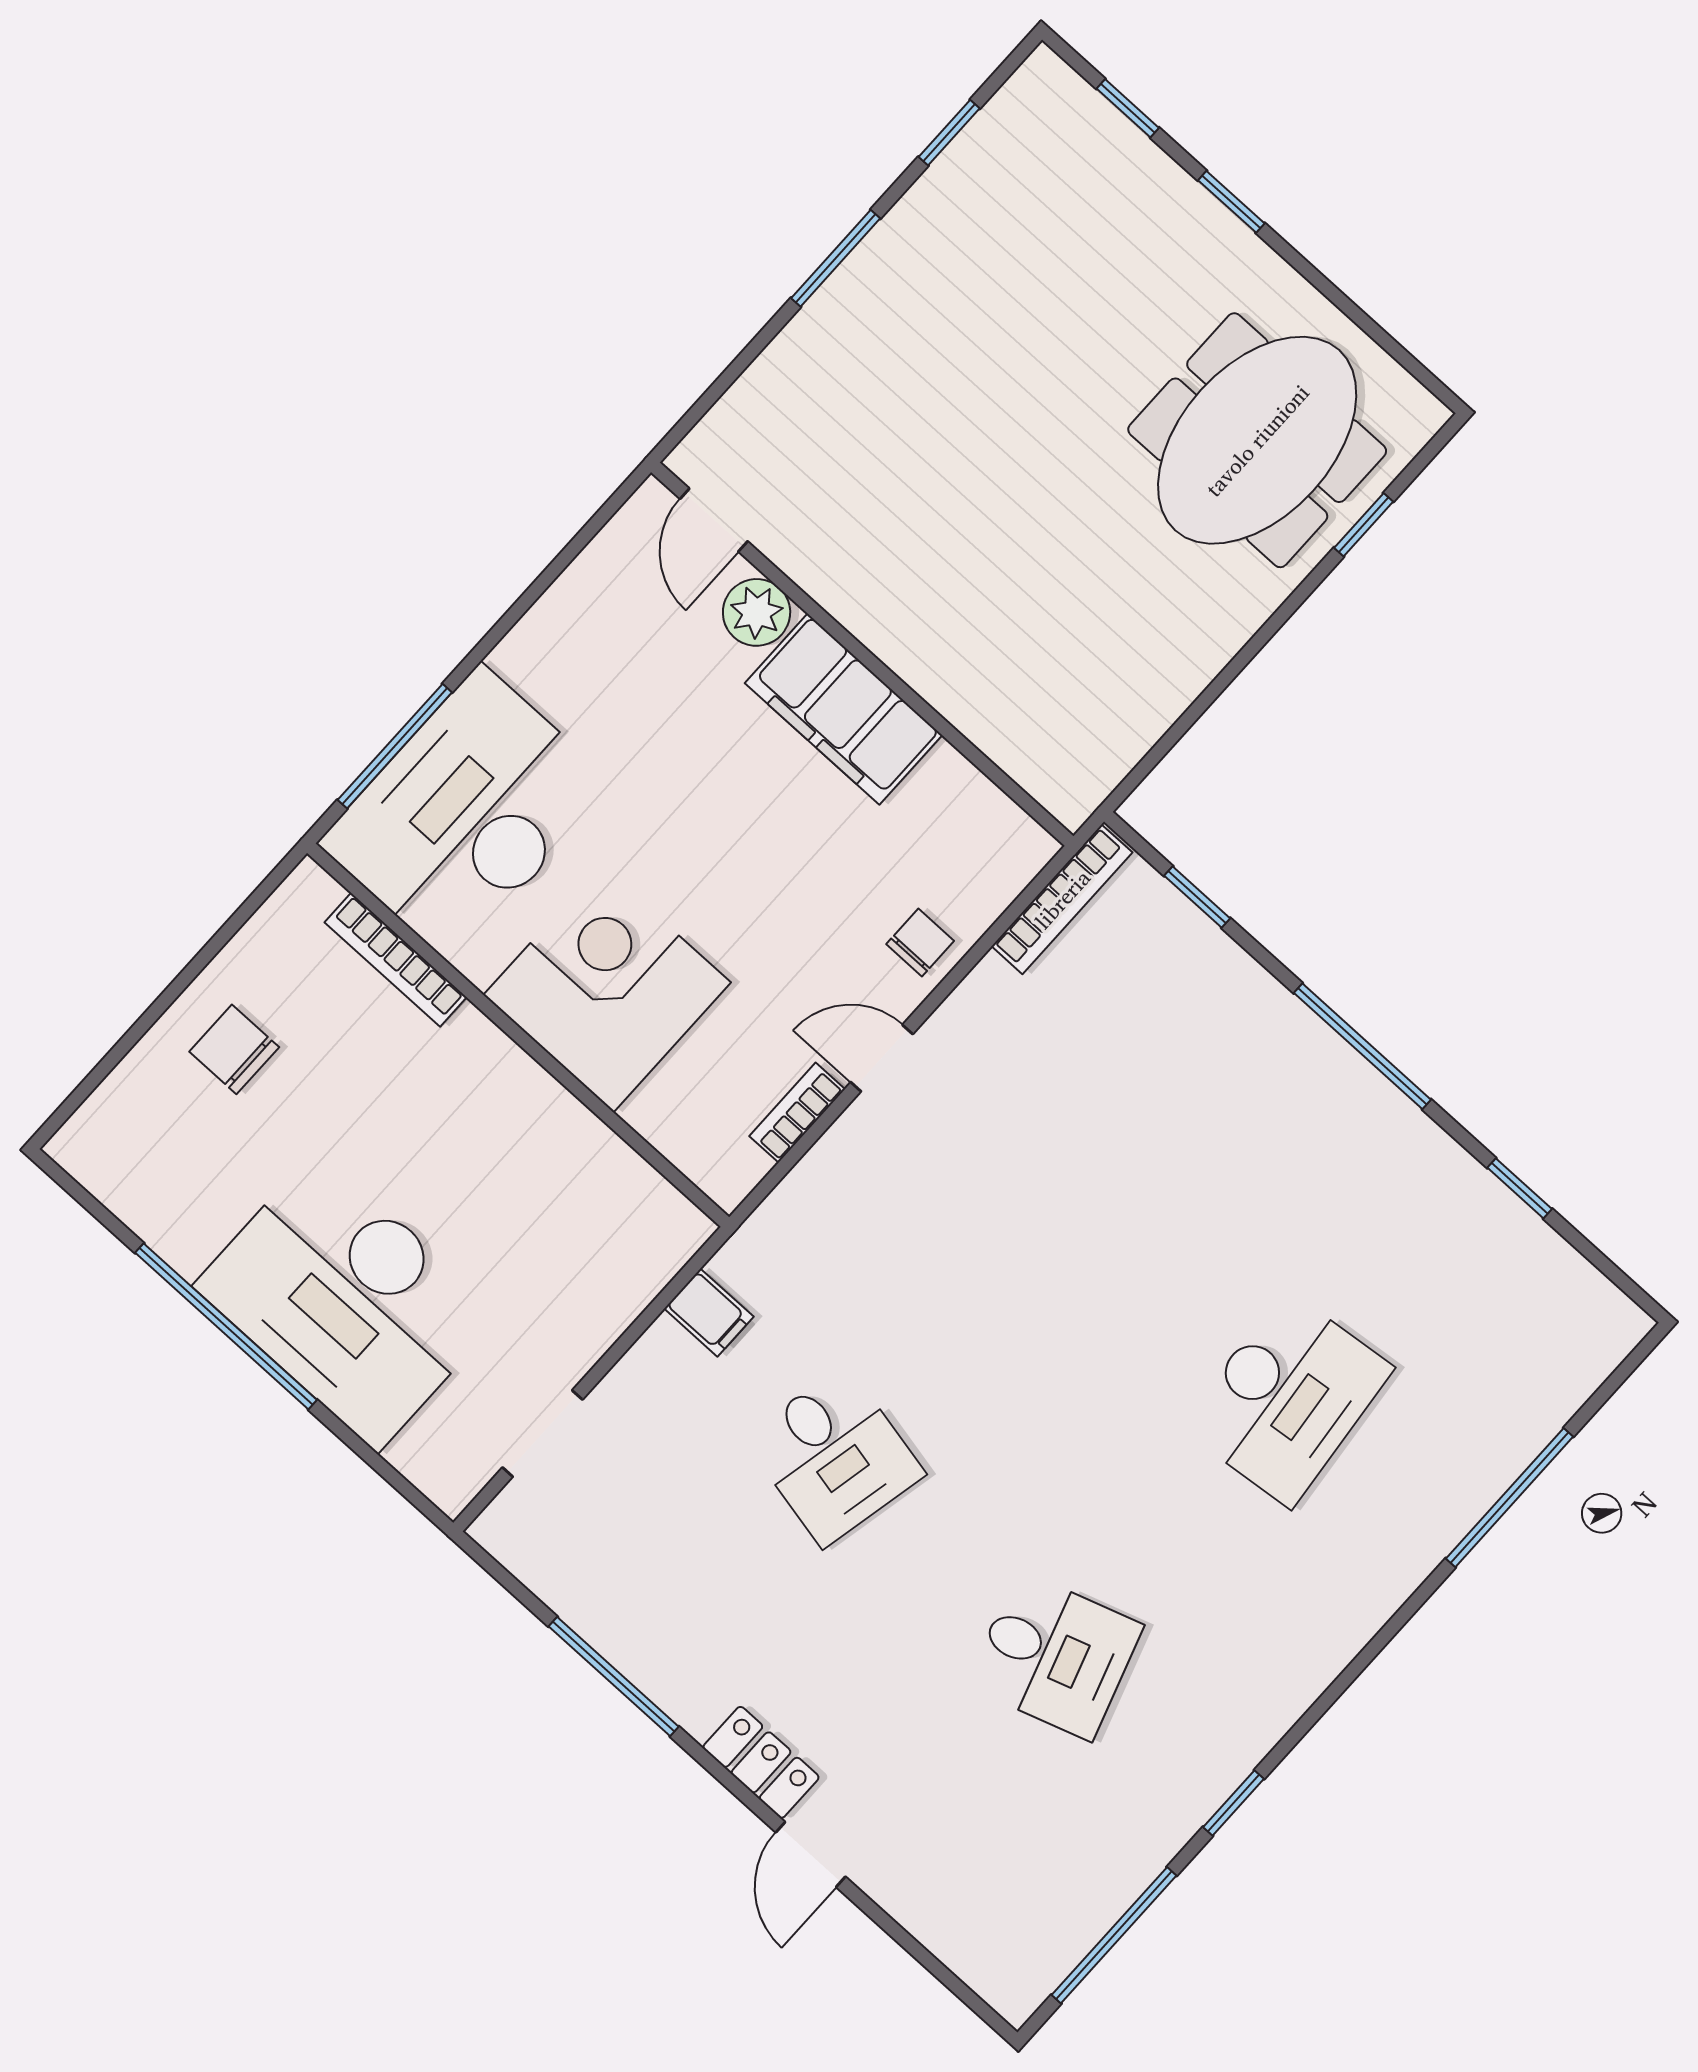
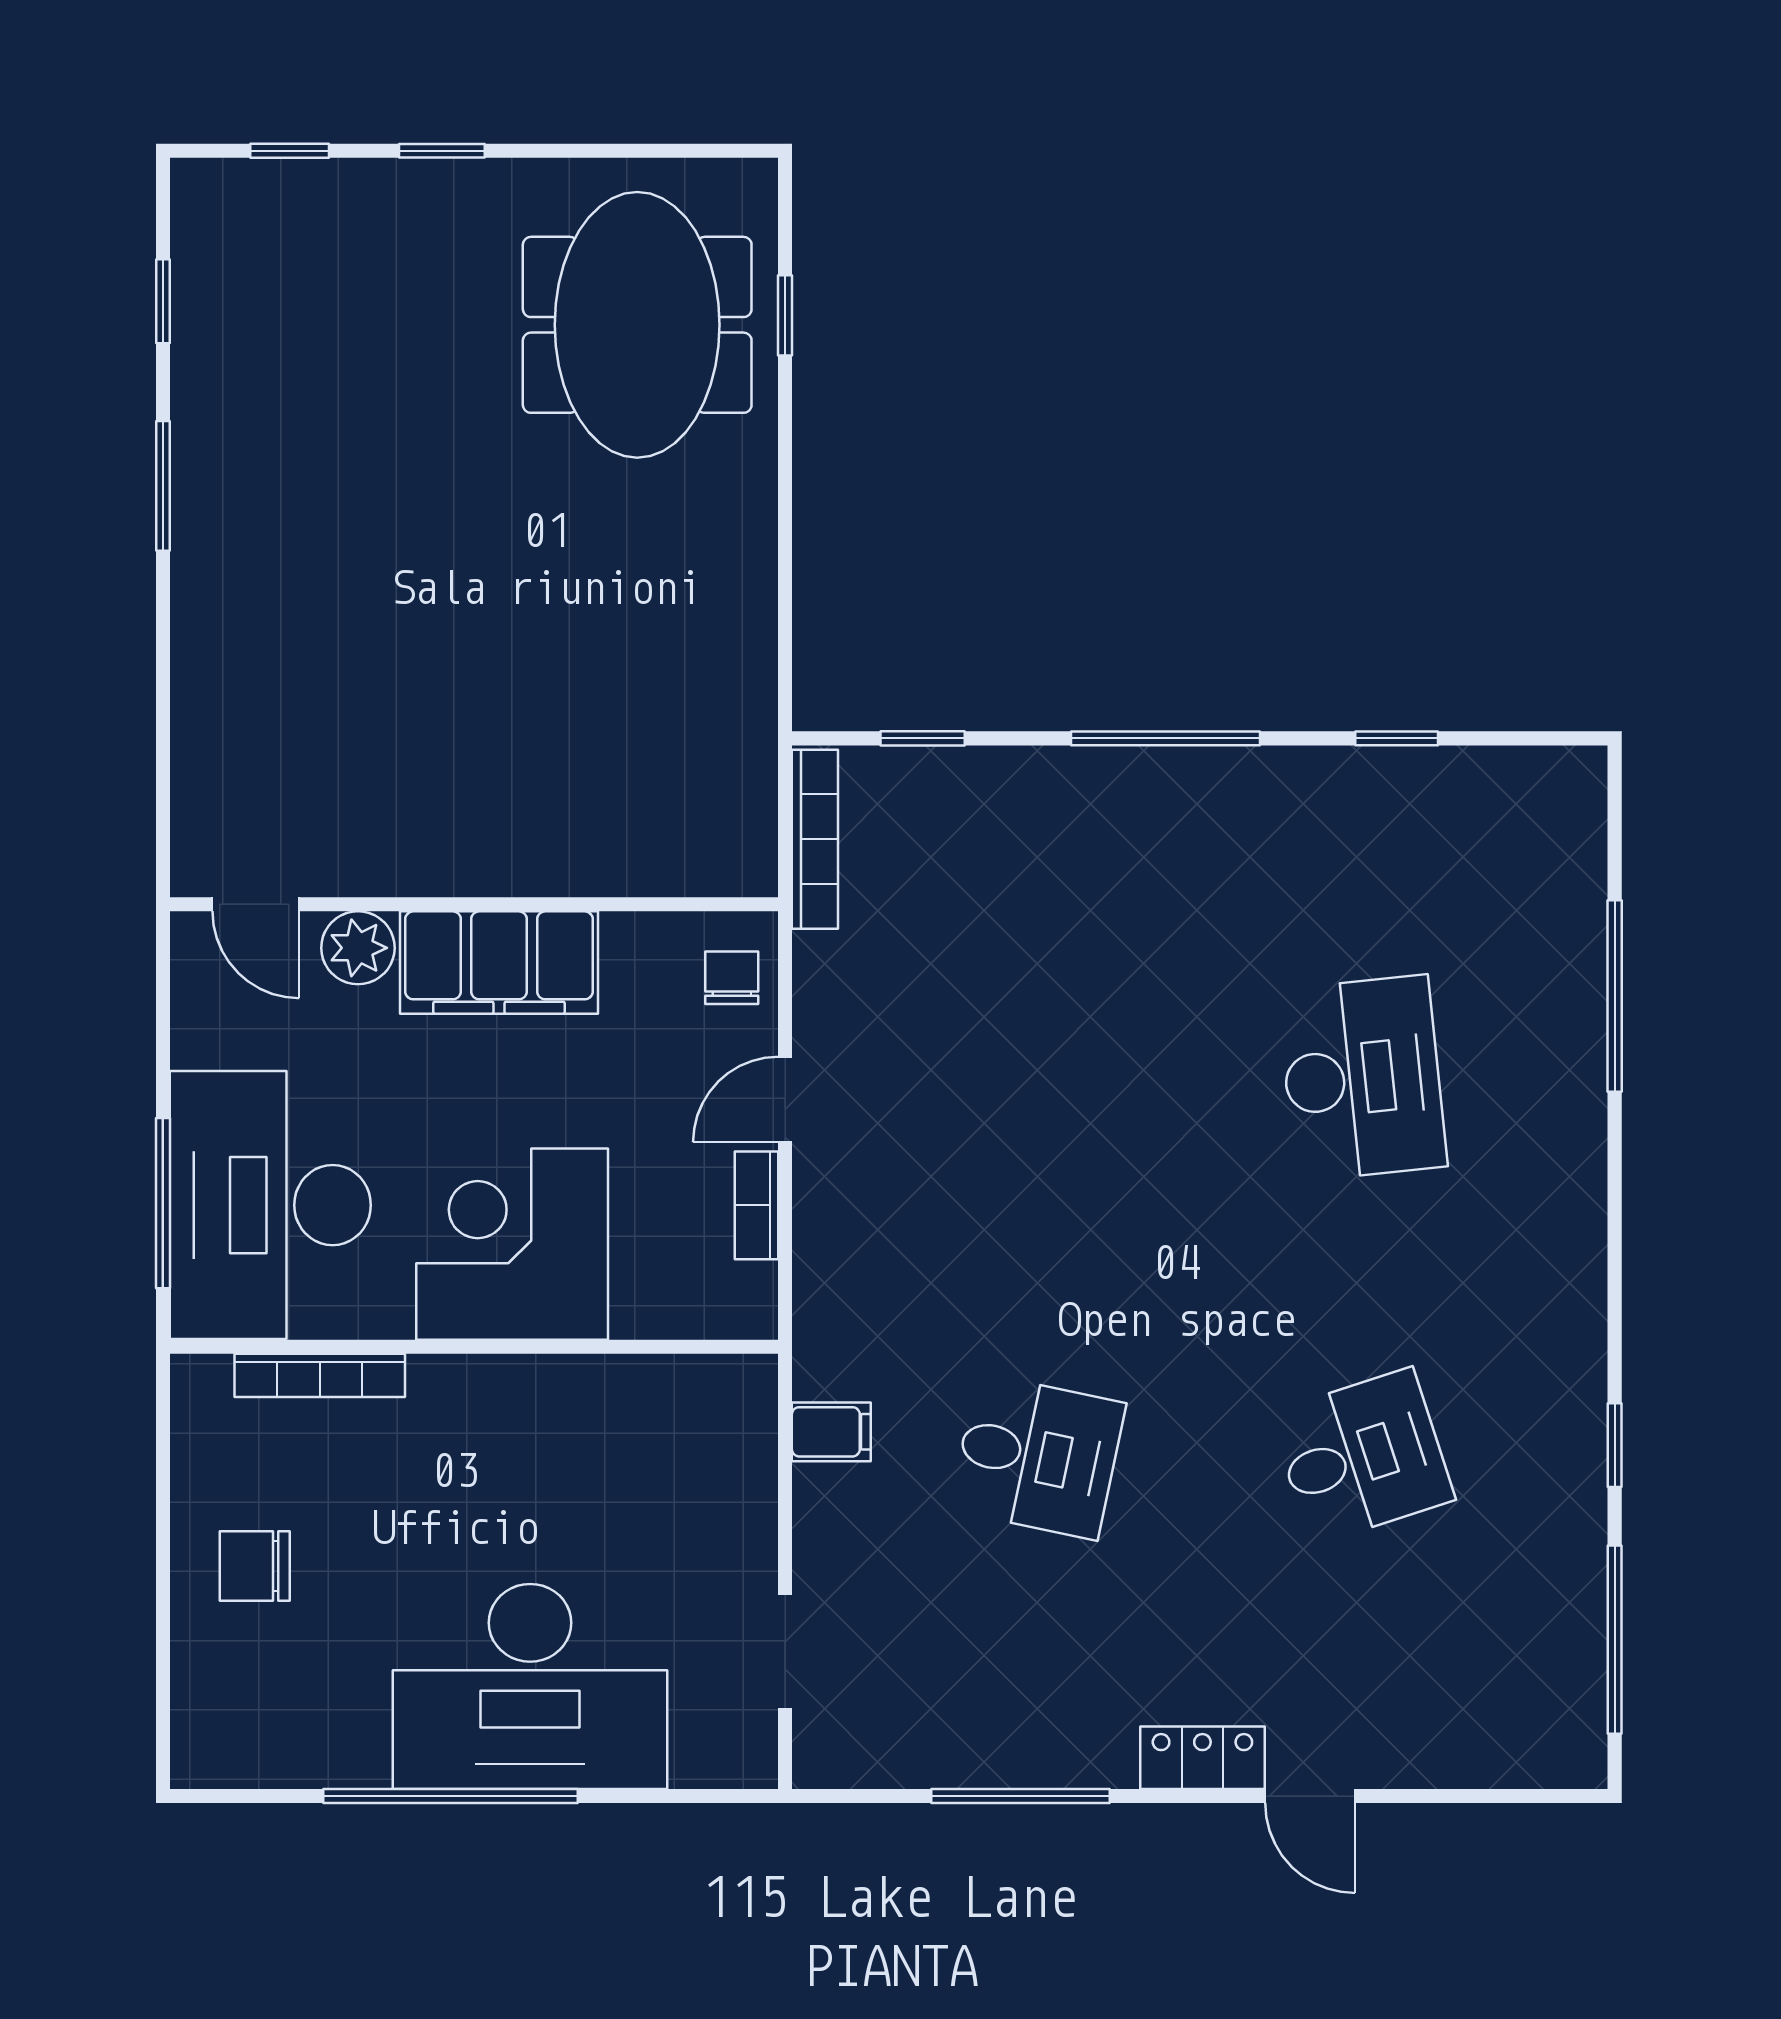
door: (714, 520) -> (256, 904), moved
plant: (757, 612) -> (358, 948), moved
wall: (862, 654) -> (474, 904), moved
filing cabinet: (843, 709) -> (499, 963), moved

